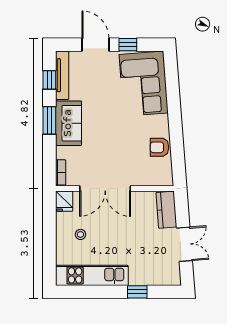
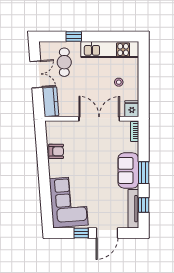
door: (95, 45) -> (107, 233), hinge flipped
double door: (184, 244) -> (36, 74), swing flipped
cafe table: (149, 260) -> (64, 62), added

